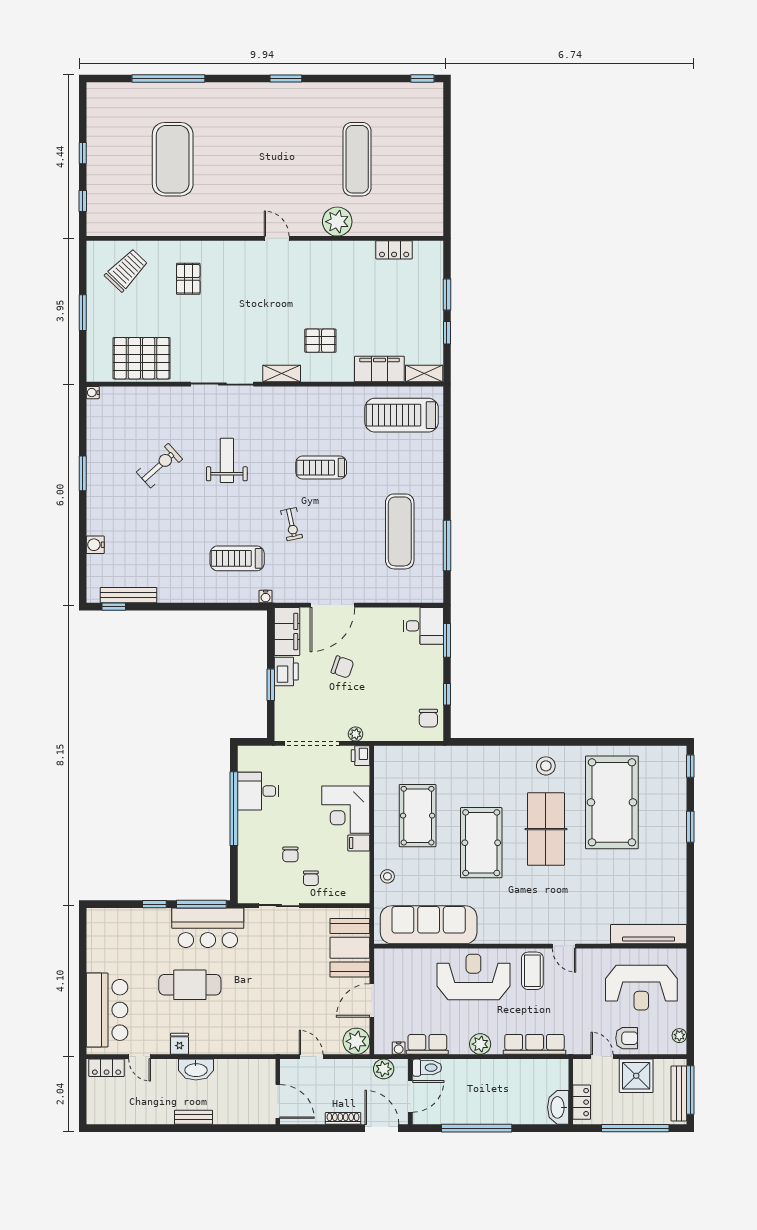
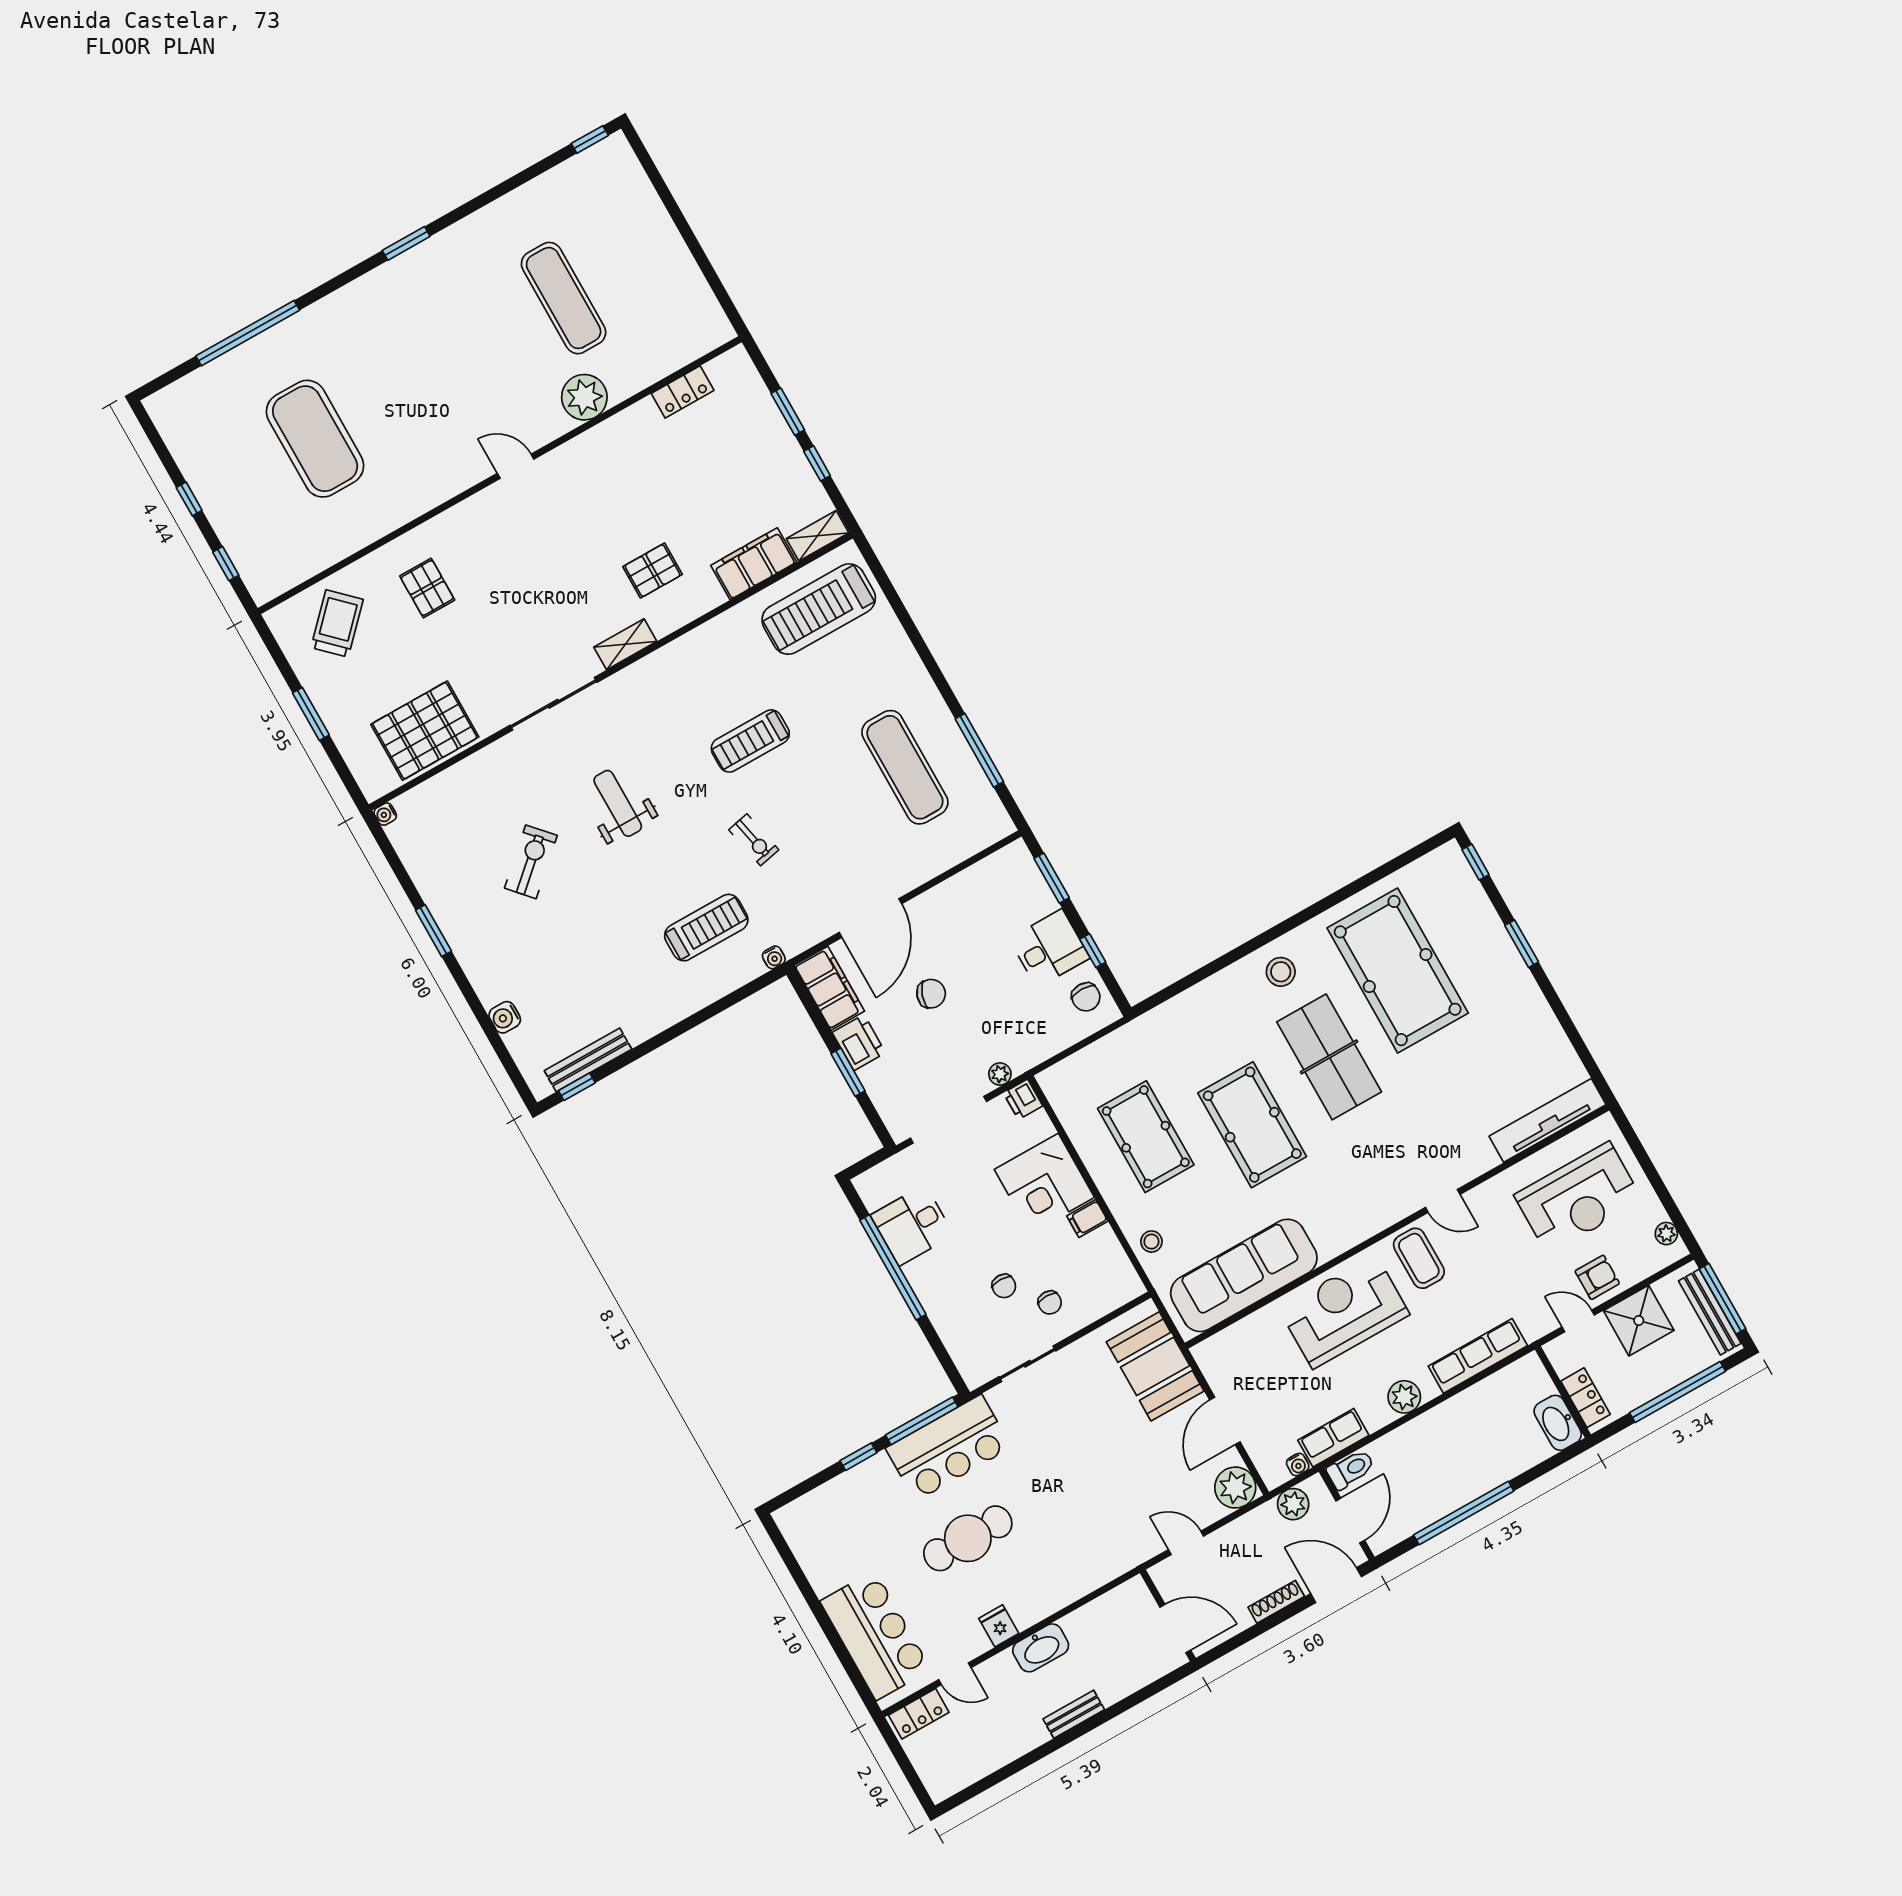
treadmill: (237, 558) -> (706, 928), turned 180
desk: (423, 626) -> (1049, 948), moved

